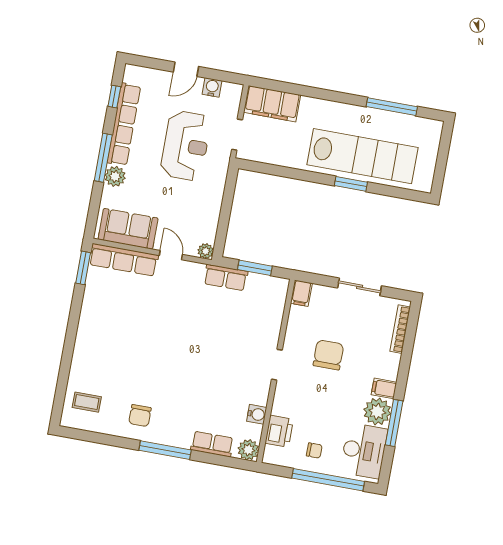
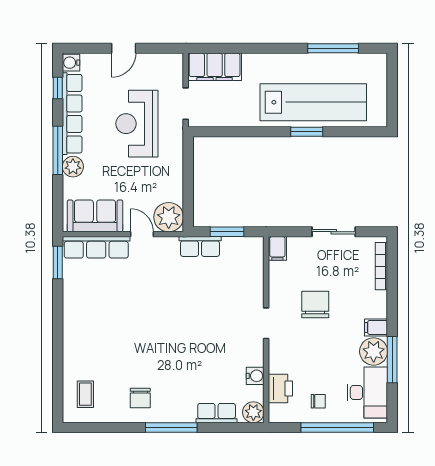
water cooler: (212, 87) -> (71, 63), moved, turned -90
reception desk: (186, 146) -> (137, 124), turned 180
plant: (206, 251) -> (169, 217), width x1.87, depth x1.87
coffee table: (87, 402) -> (85, 394), turned 90

